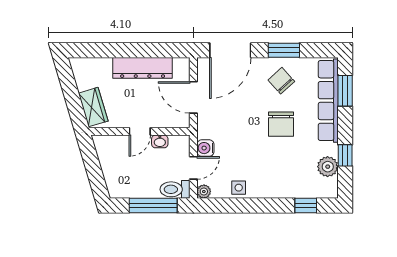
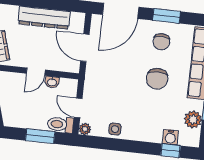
chair: (281, 81) -> (161, 42), turned -138
water cooler: (205, 148) -> (170, 137), moved, turned -90
door: (193, 168) -> (78, 108), swing flipped
window: (153, 205) -> (40, 136), width x0.69

